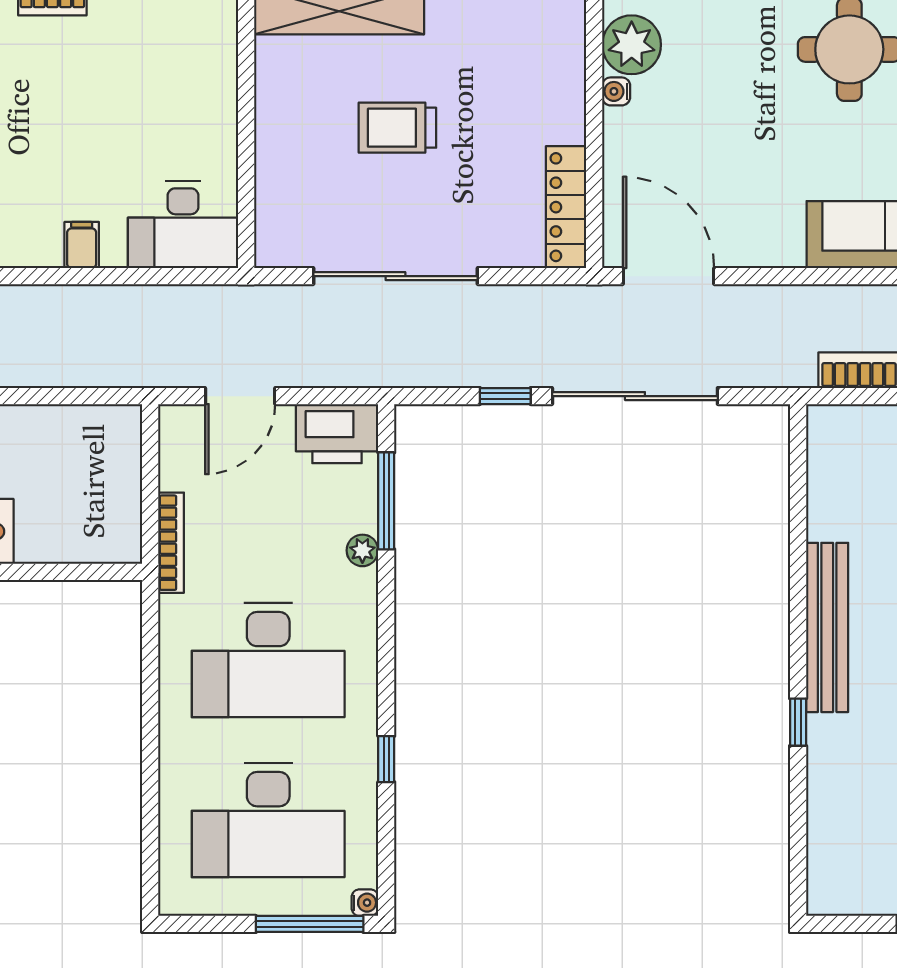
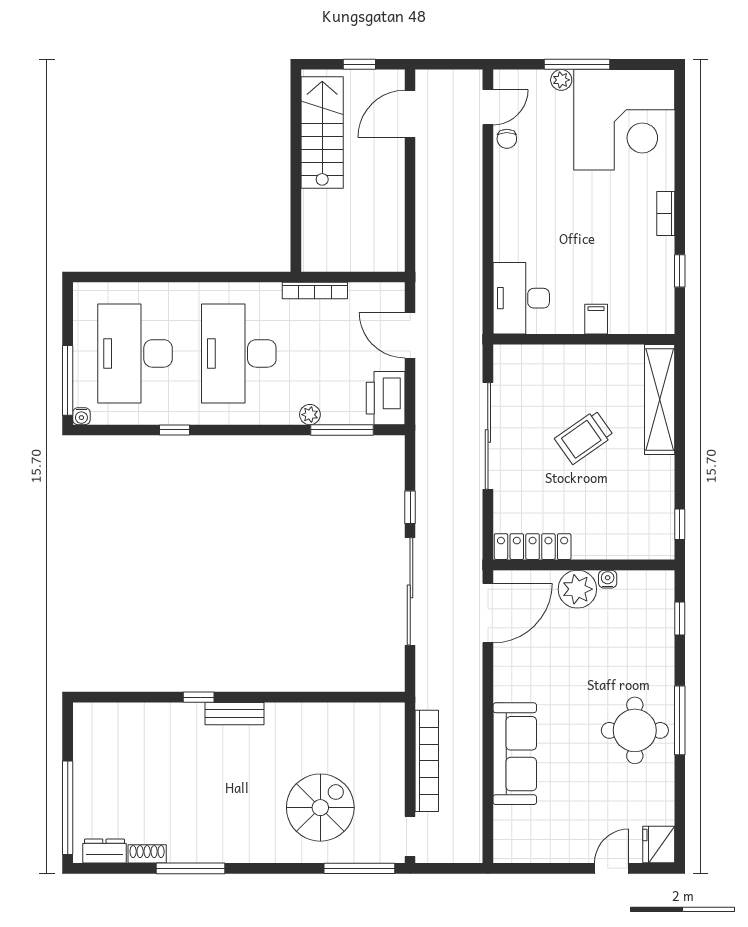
plant: (632, 45) -> (577, 589), moved
trolley: (397, 128) -> (584, 437), turned -125
filing cabinet: (82, 245) -> (596, 319), moved, turned -90
bench: (827, 627) -> (234, 714), width x0.54, depth x0.82

